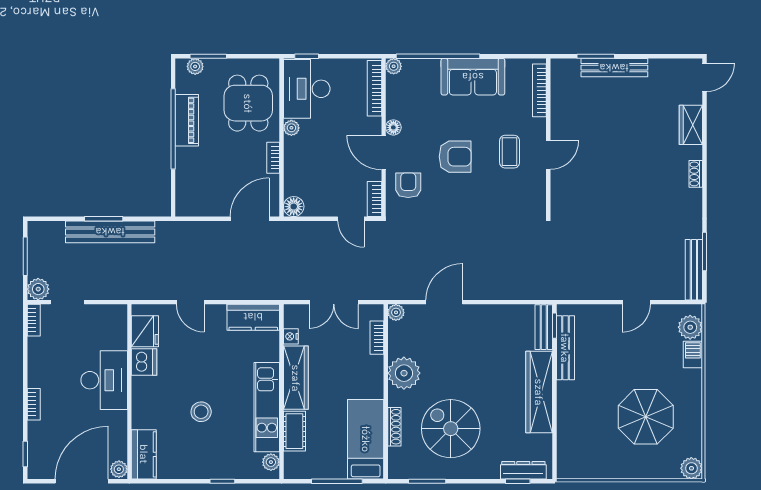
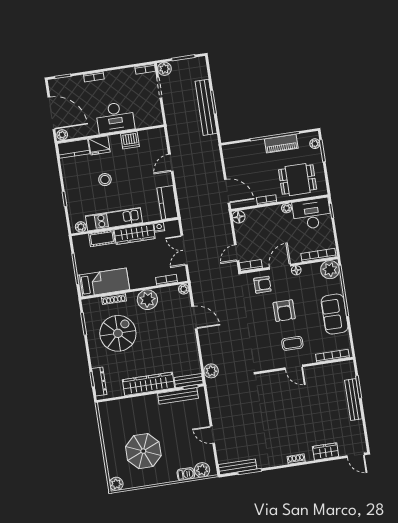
plant: (394, 66) -> (330, 270), width x1.88, depth x1.88
plant: (534, 288) -> (211, 371), added
fridge: (145, 331) -> (99, 145), moved

